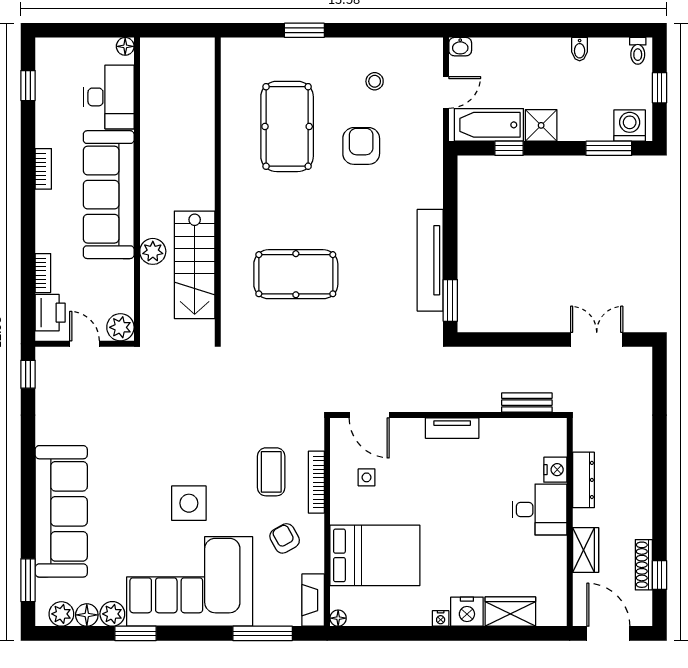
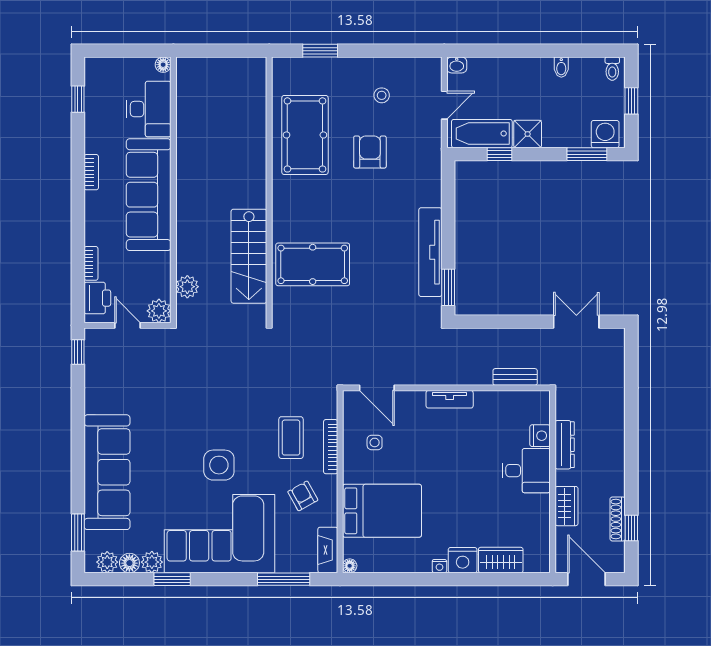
wall: (218, 189) -> (269, 190), moved
plant: (153, 251) -> (187, 287), moved
stairs: (195, 265) -> (249, 256), moved

